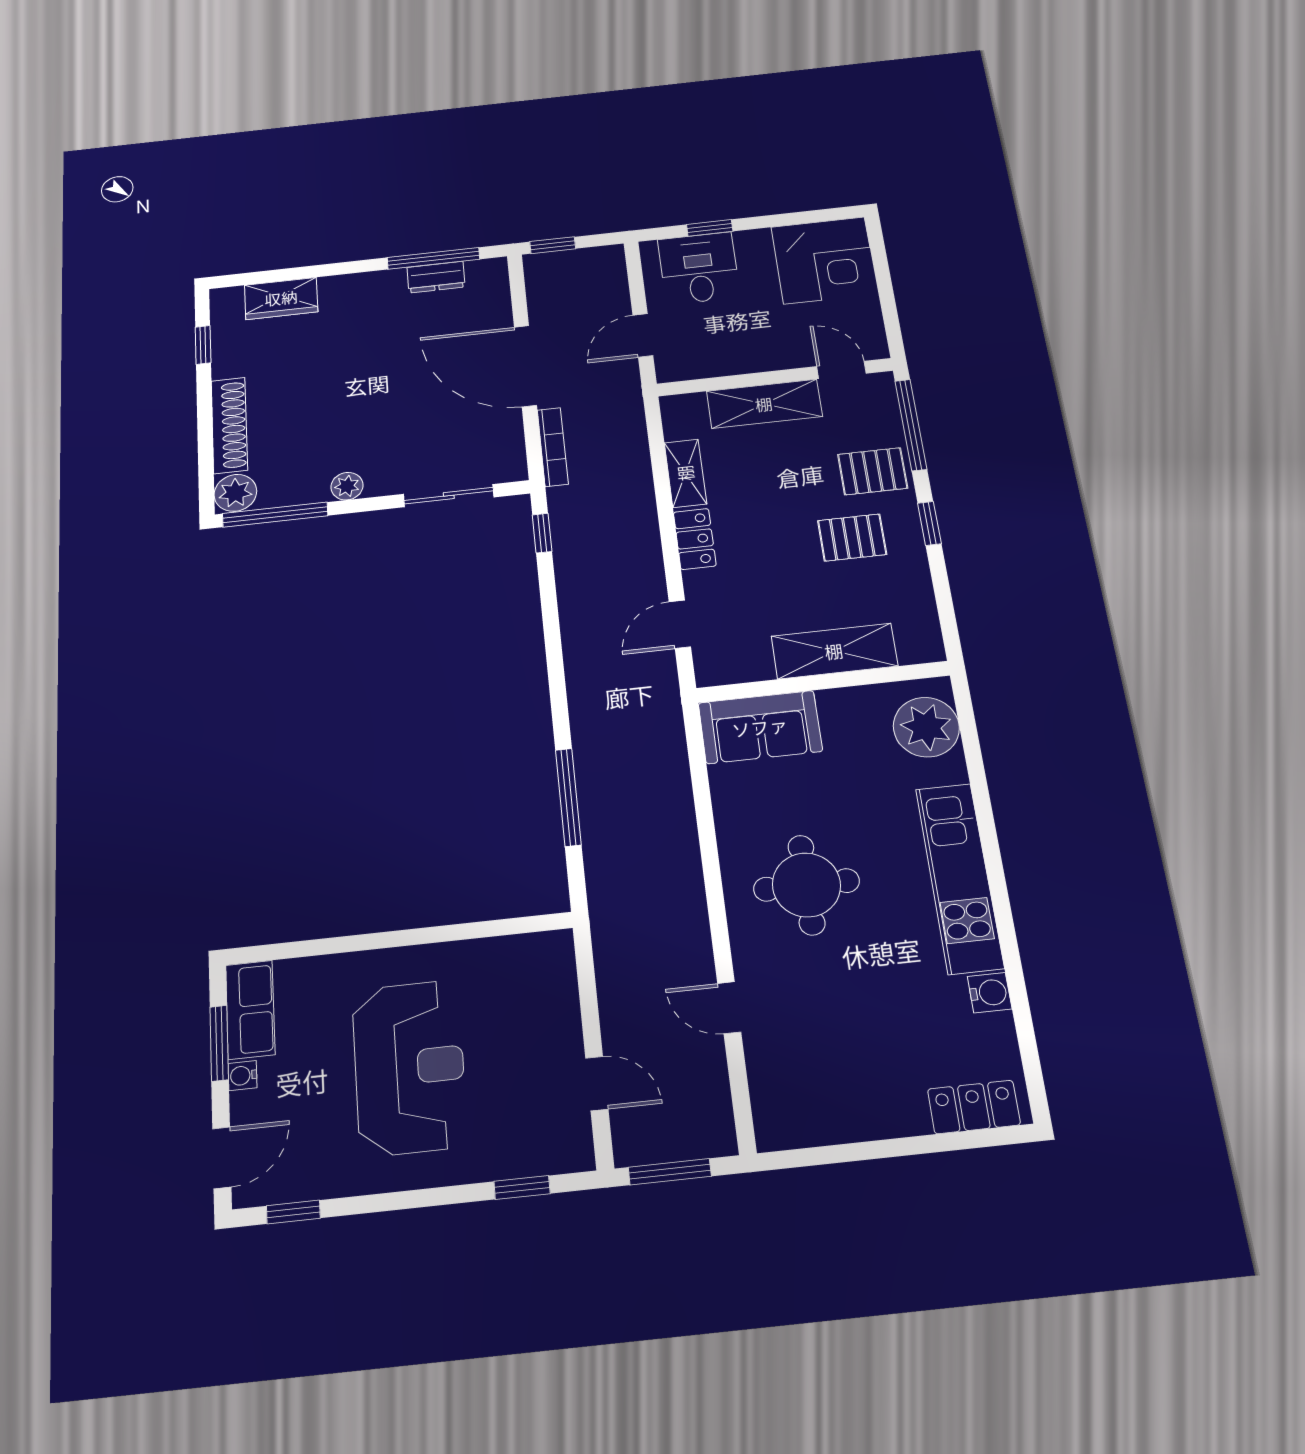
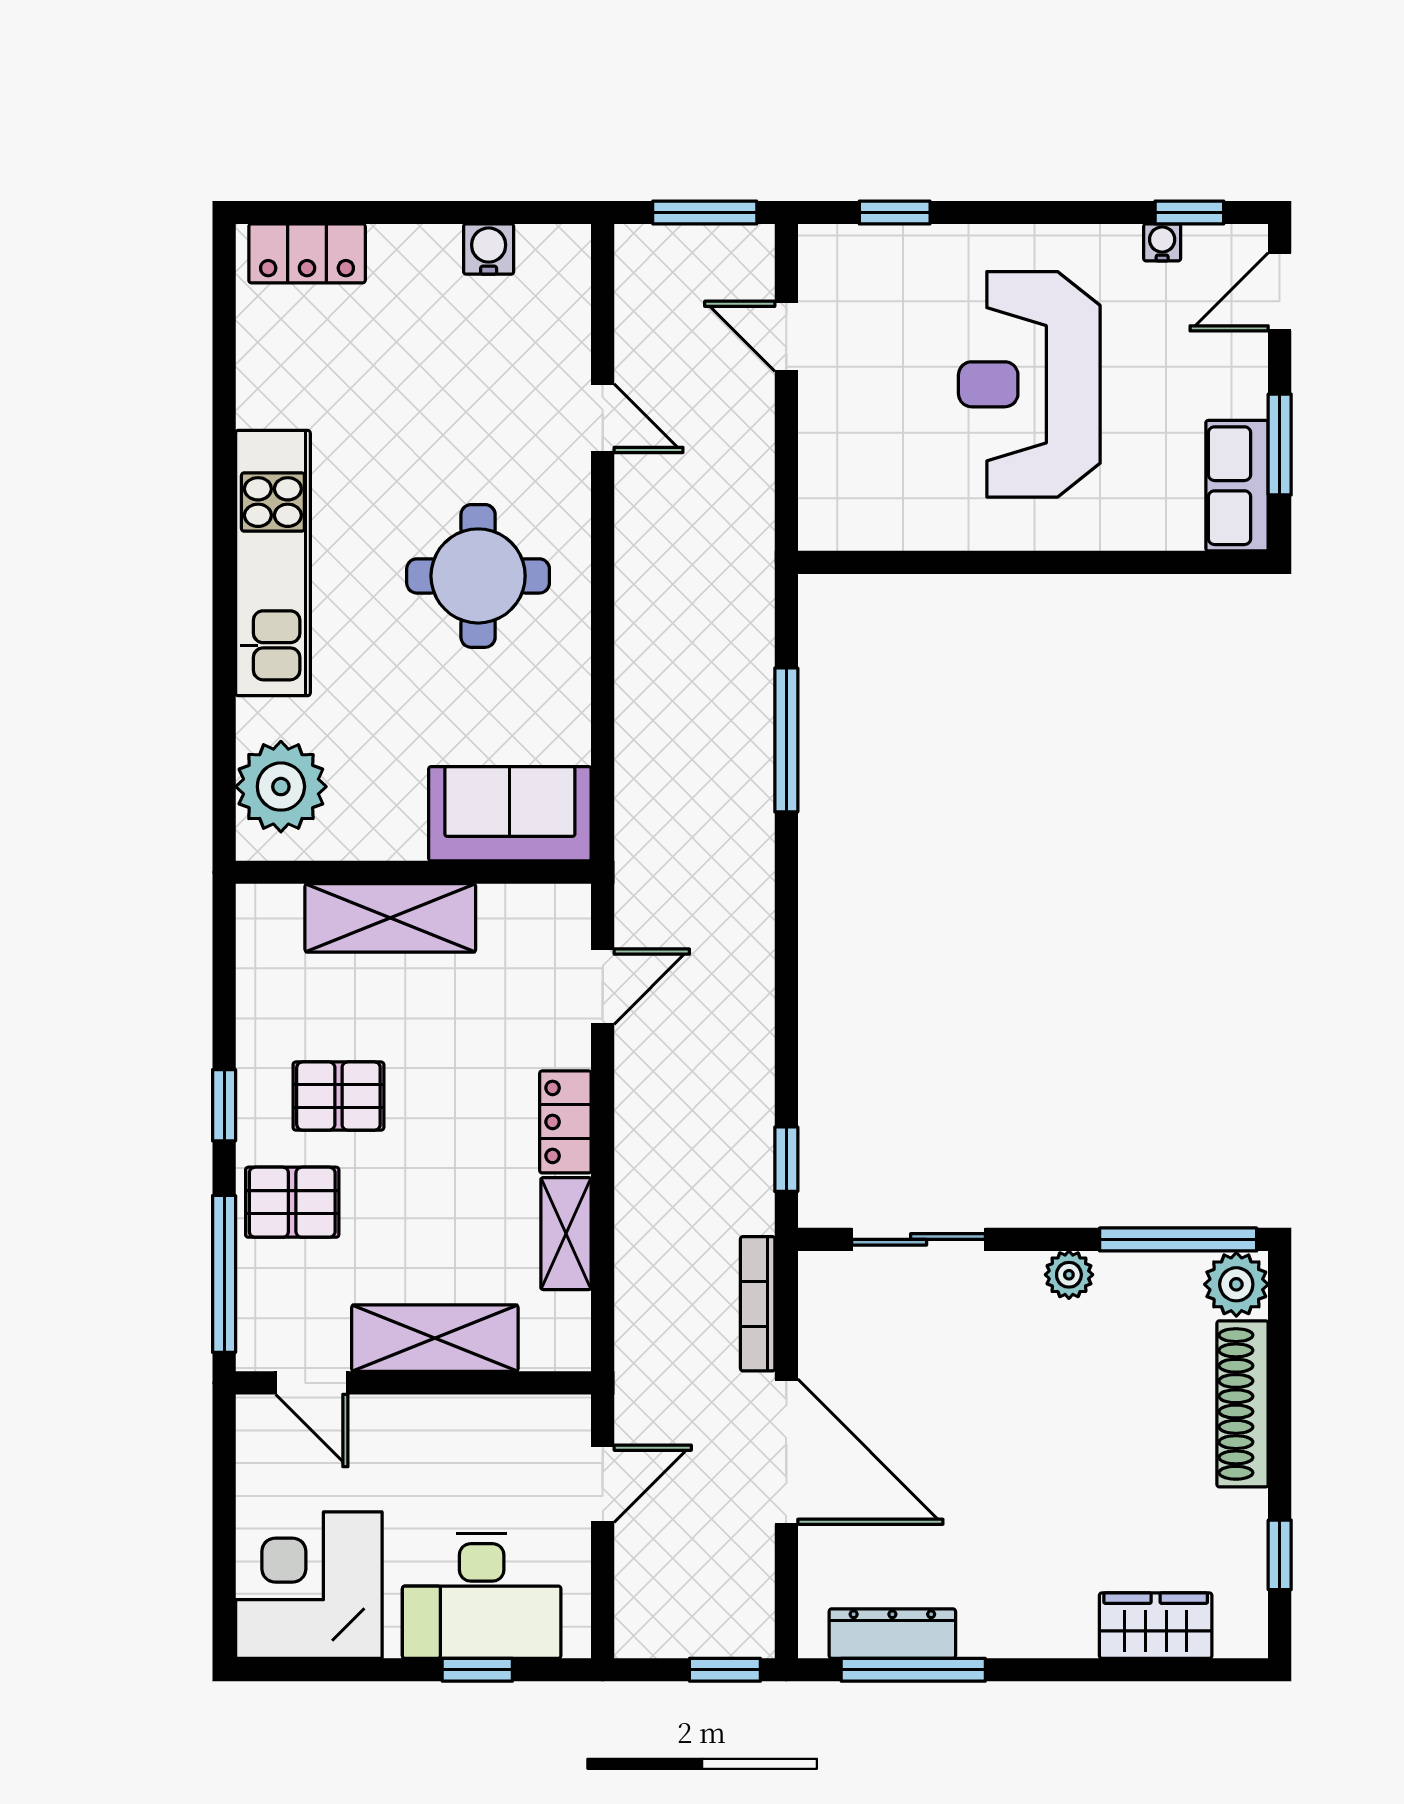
desk: (699, 268) -> (482, 1596), width x1.37
dresser: (436, 277) -> (892, 1634), width x1.44
water cooler: (990, 993) -> (489, 249), moved, turned 90
water cooler: (243, 1076) -> (1162, 242), moved, turned -90

